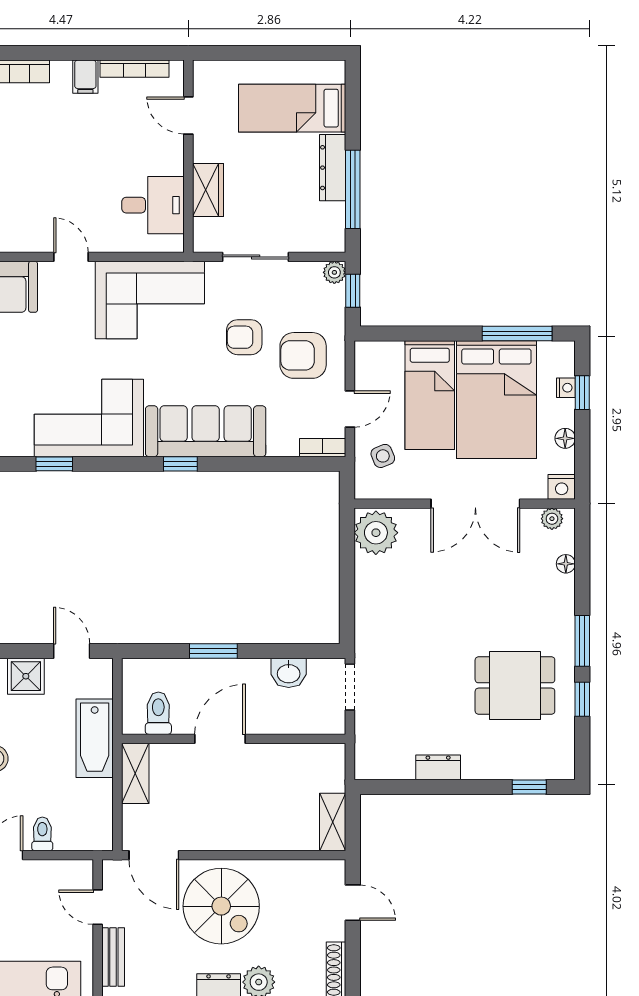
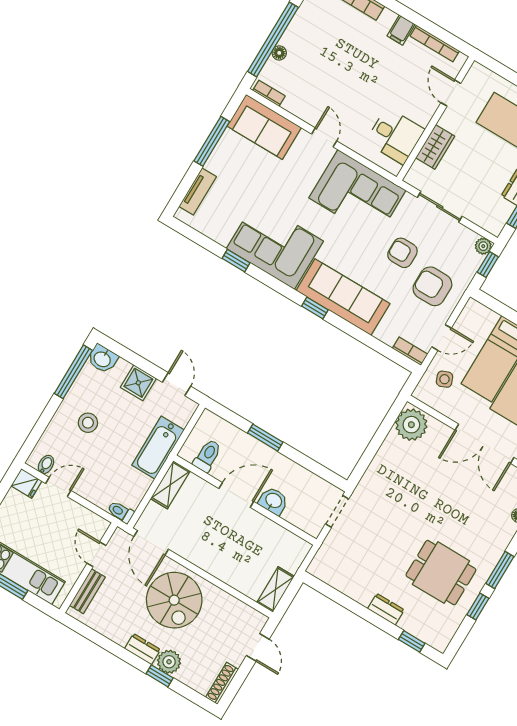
washbasin: (289, 673) -> (273, 501), moved, turned 180
dresser: (438, 767) -> (386, 609), moved
toilet: (42, 834) -> (121, 512), moved, turned -90

